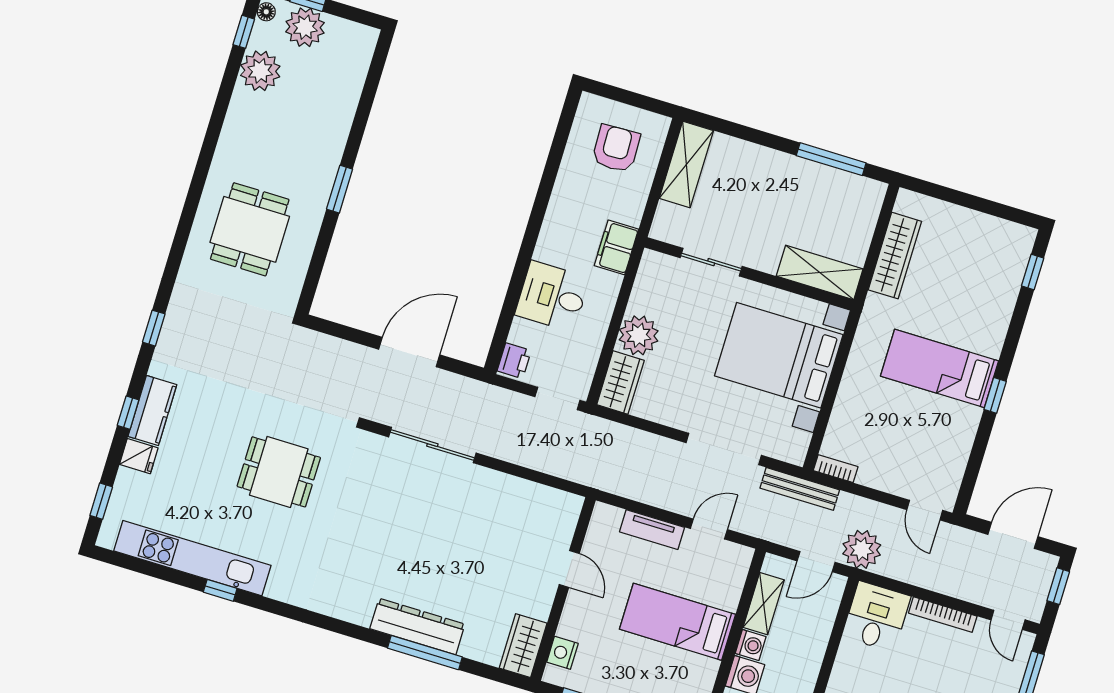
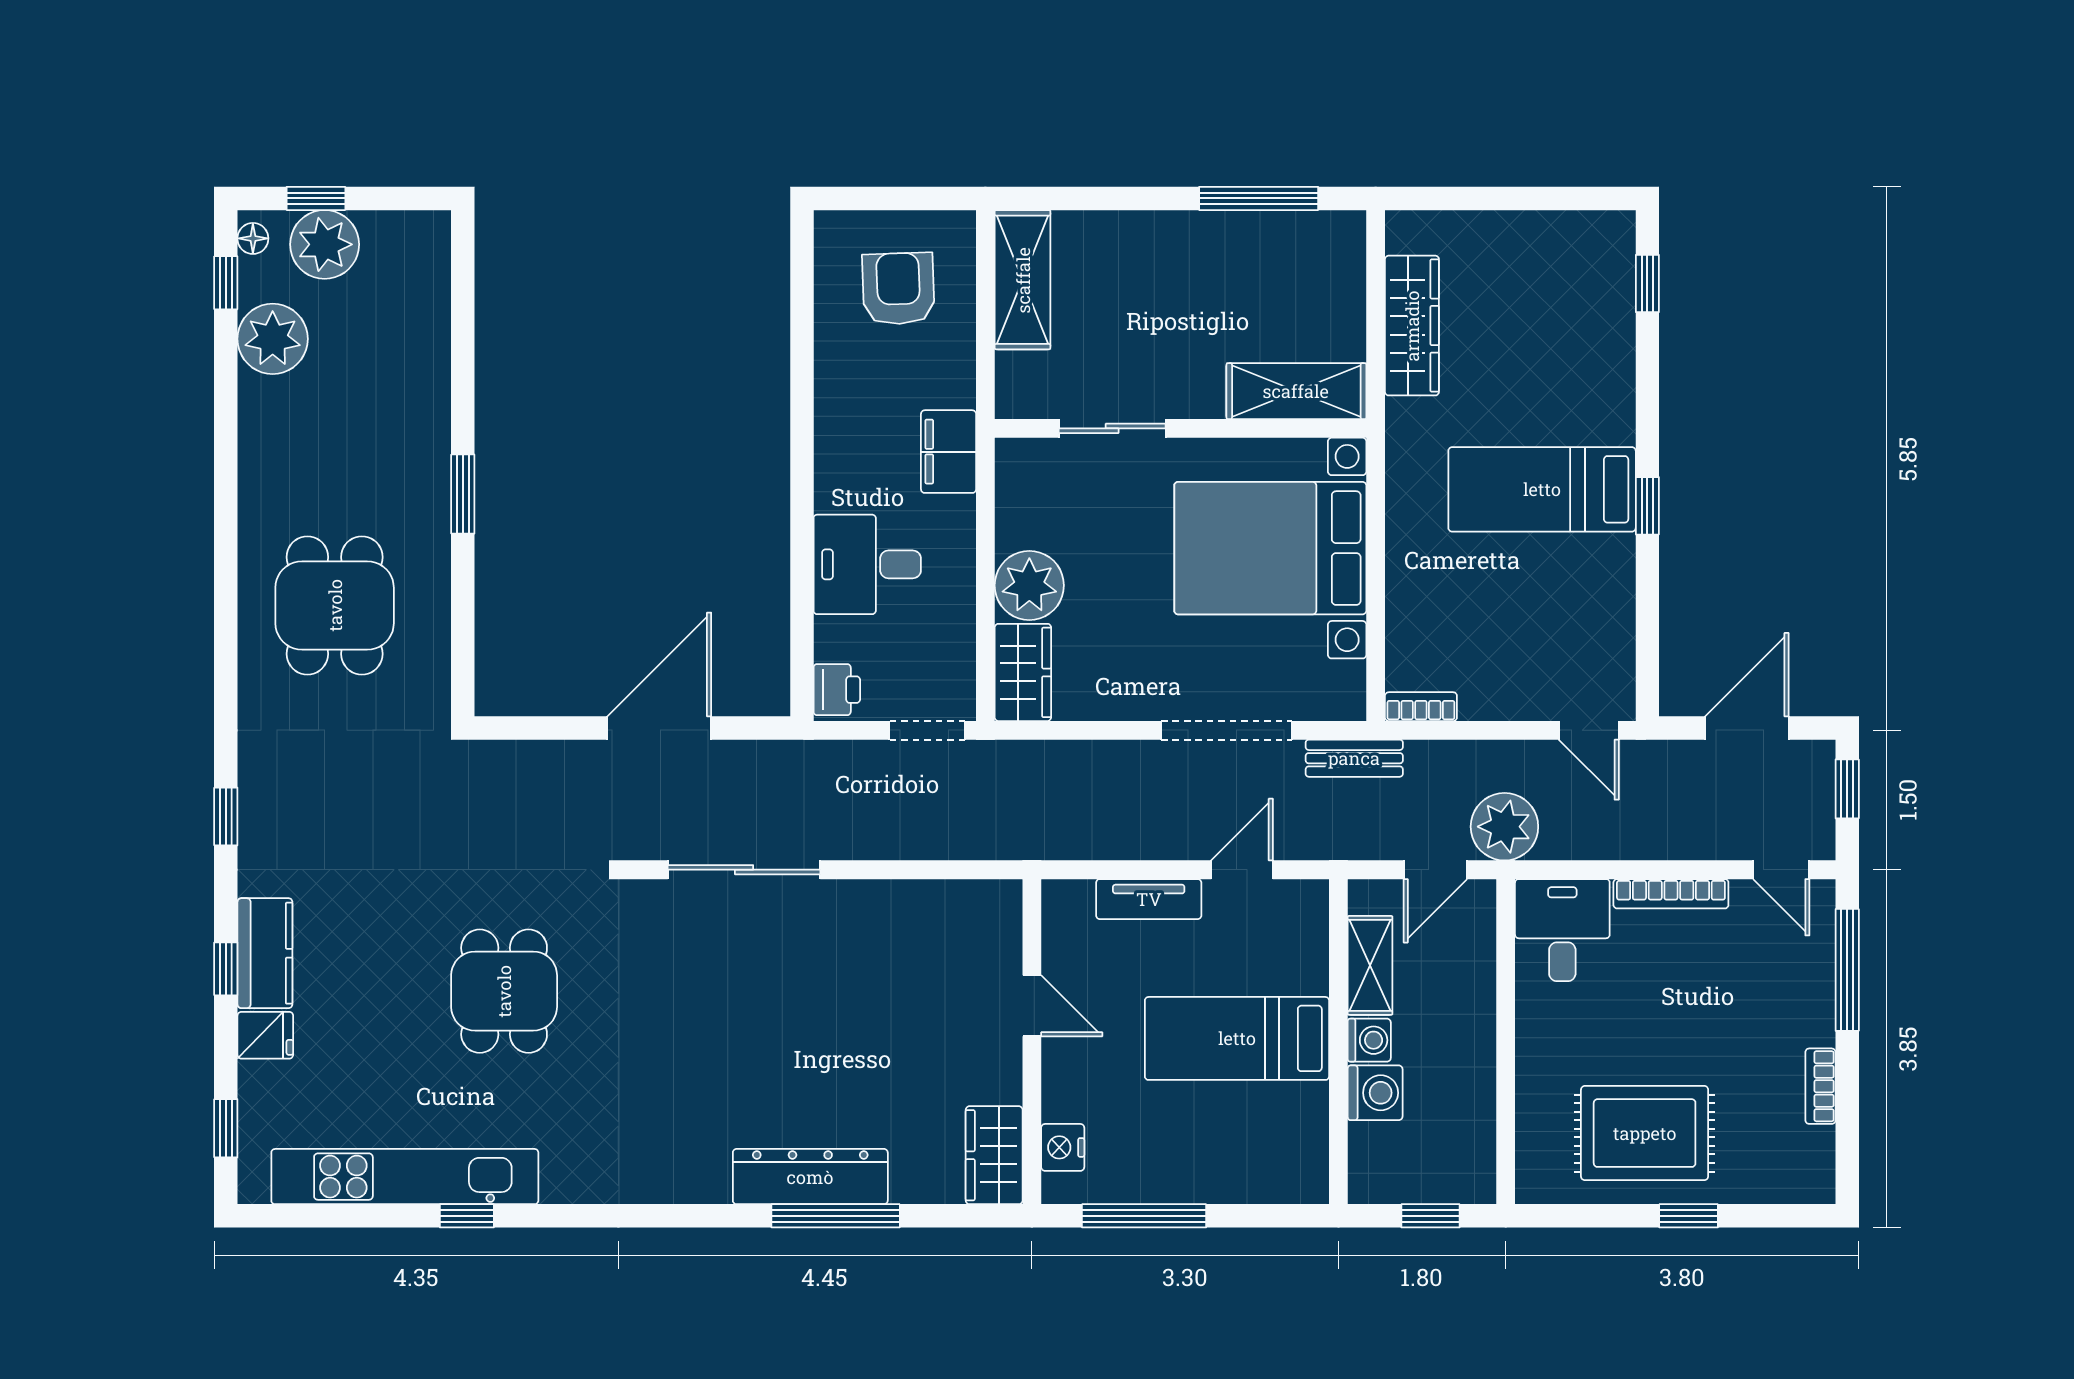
dining table: (279, 472) -> (504, 991), turned 90
bench: (800, 489) -> (1354, 758), width x0.73

